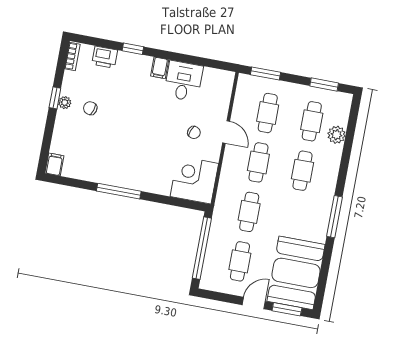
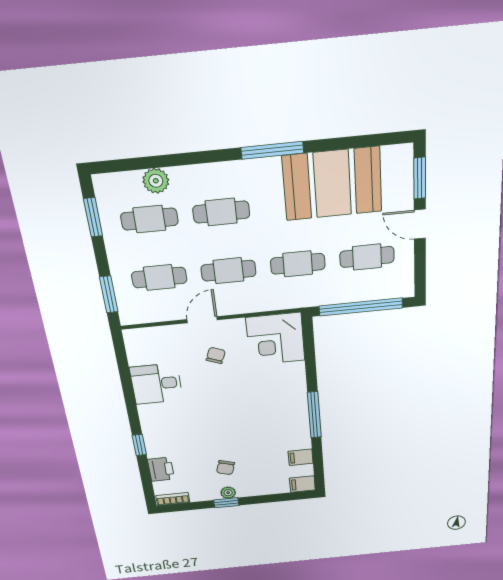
filing cabinet: (160, 68) -> (301, 457), moved, turned 180
booth: (296, 273) -> (332, 184), moved

